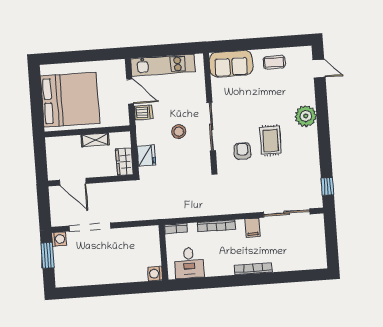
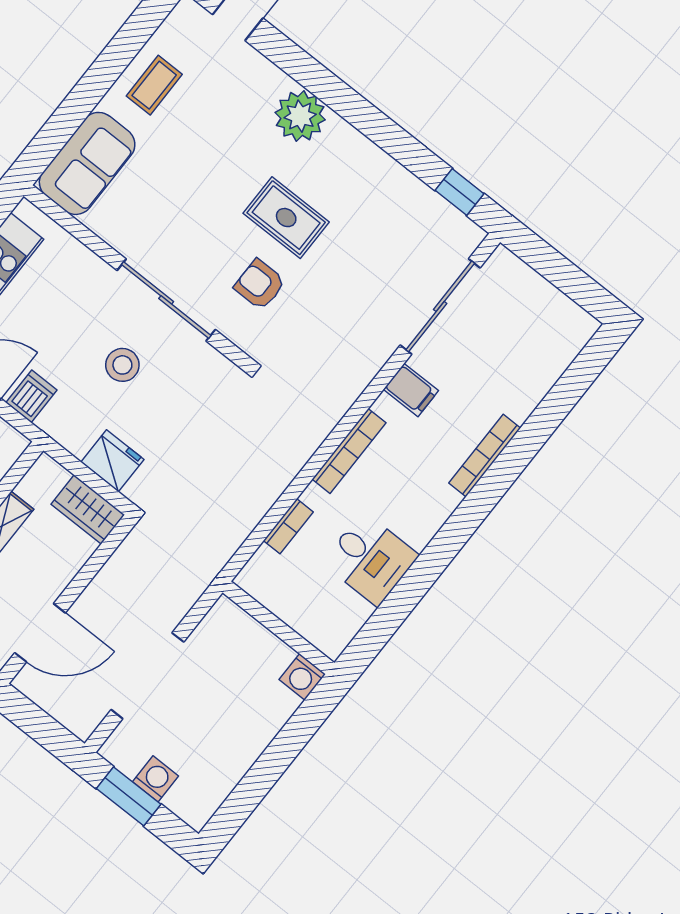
washing machine: (59, 239) -> (155, 779), moved
wall: (163, 252) -> (278, 628), moved
washing machine: (155, 274) -> (302, 677), moved

